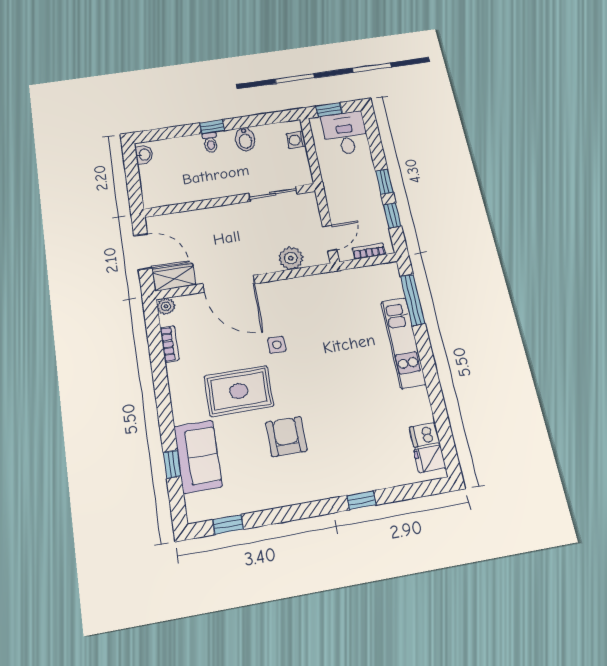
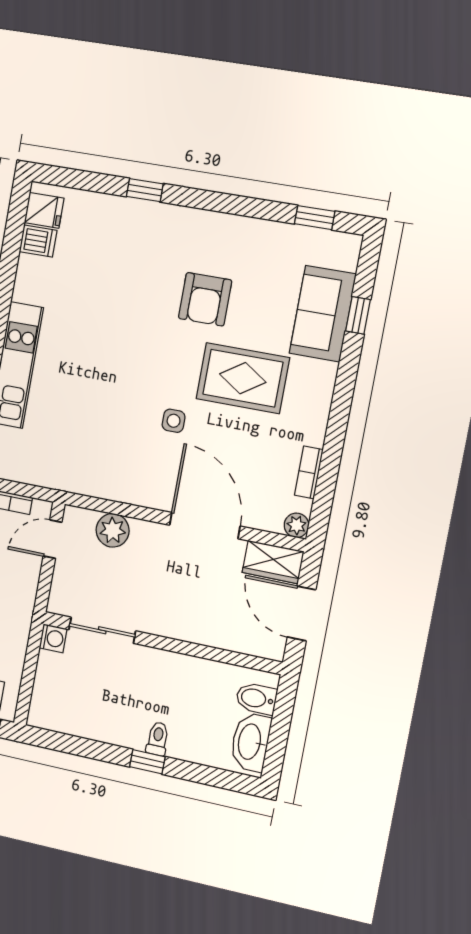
bidet: (245, 139) -> (256, 698), moved, turned -90
washing machine: (296, 140) -> (53, 638), moved
washbasin: (144, 155) -> (250, 742), width x1.91, depth x1.45

